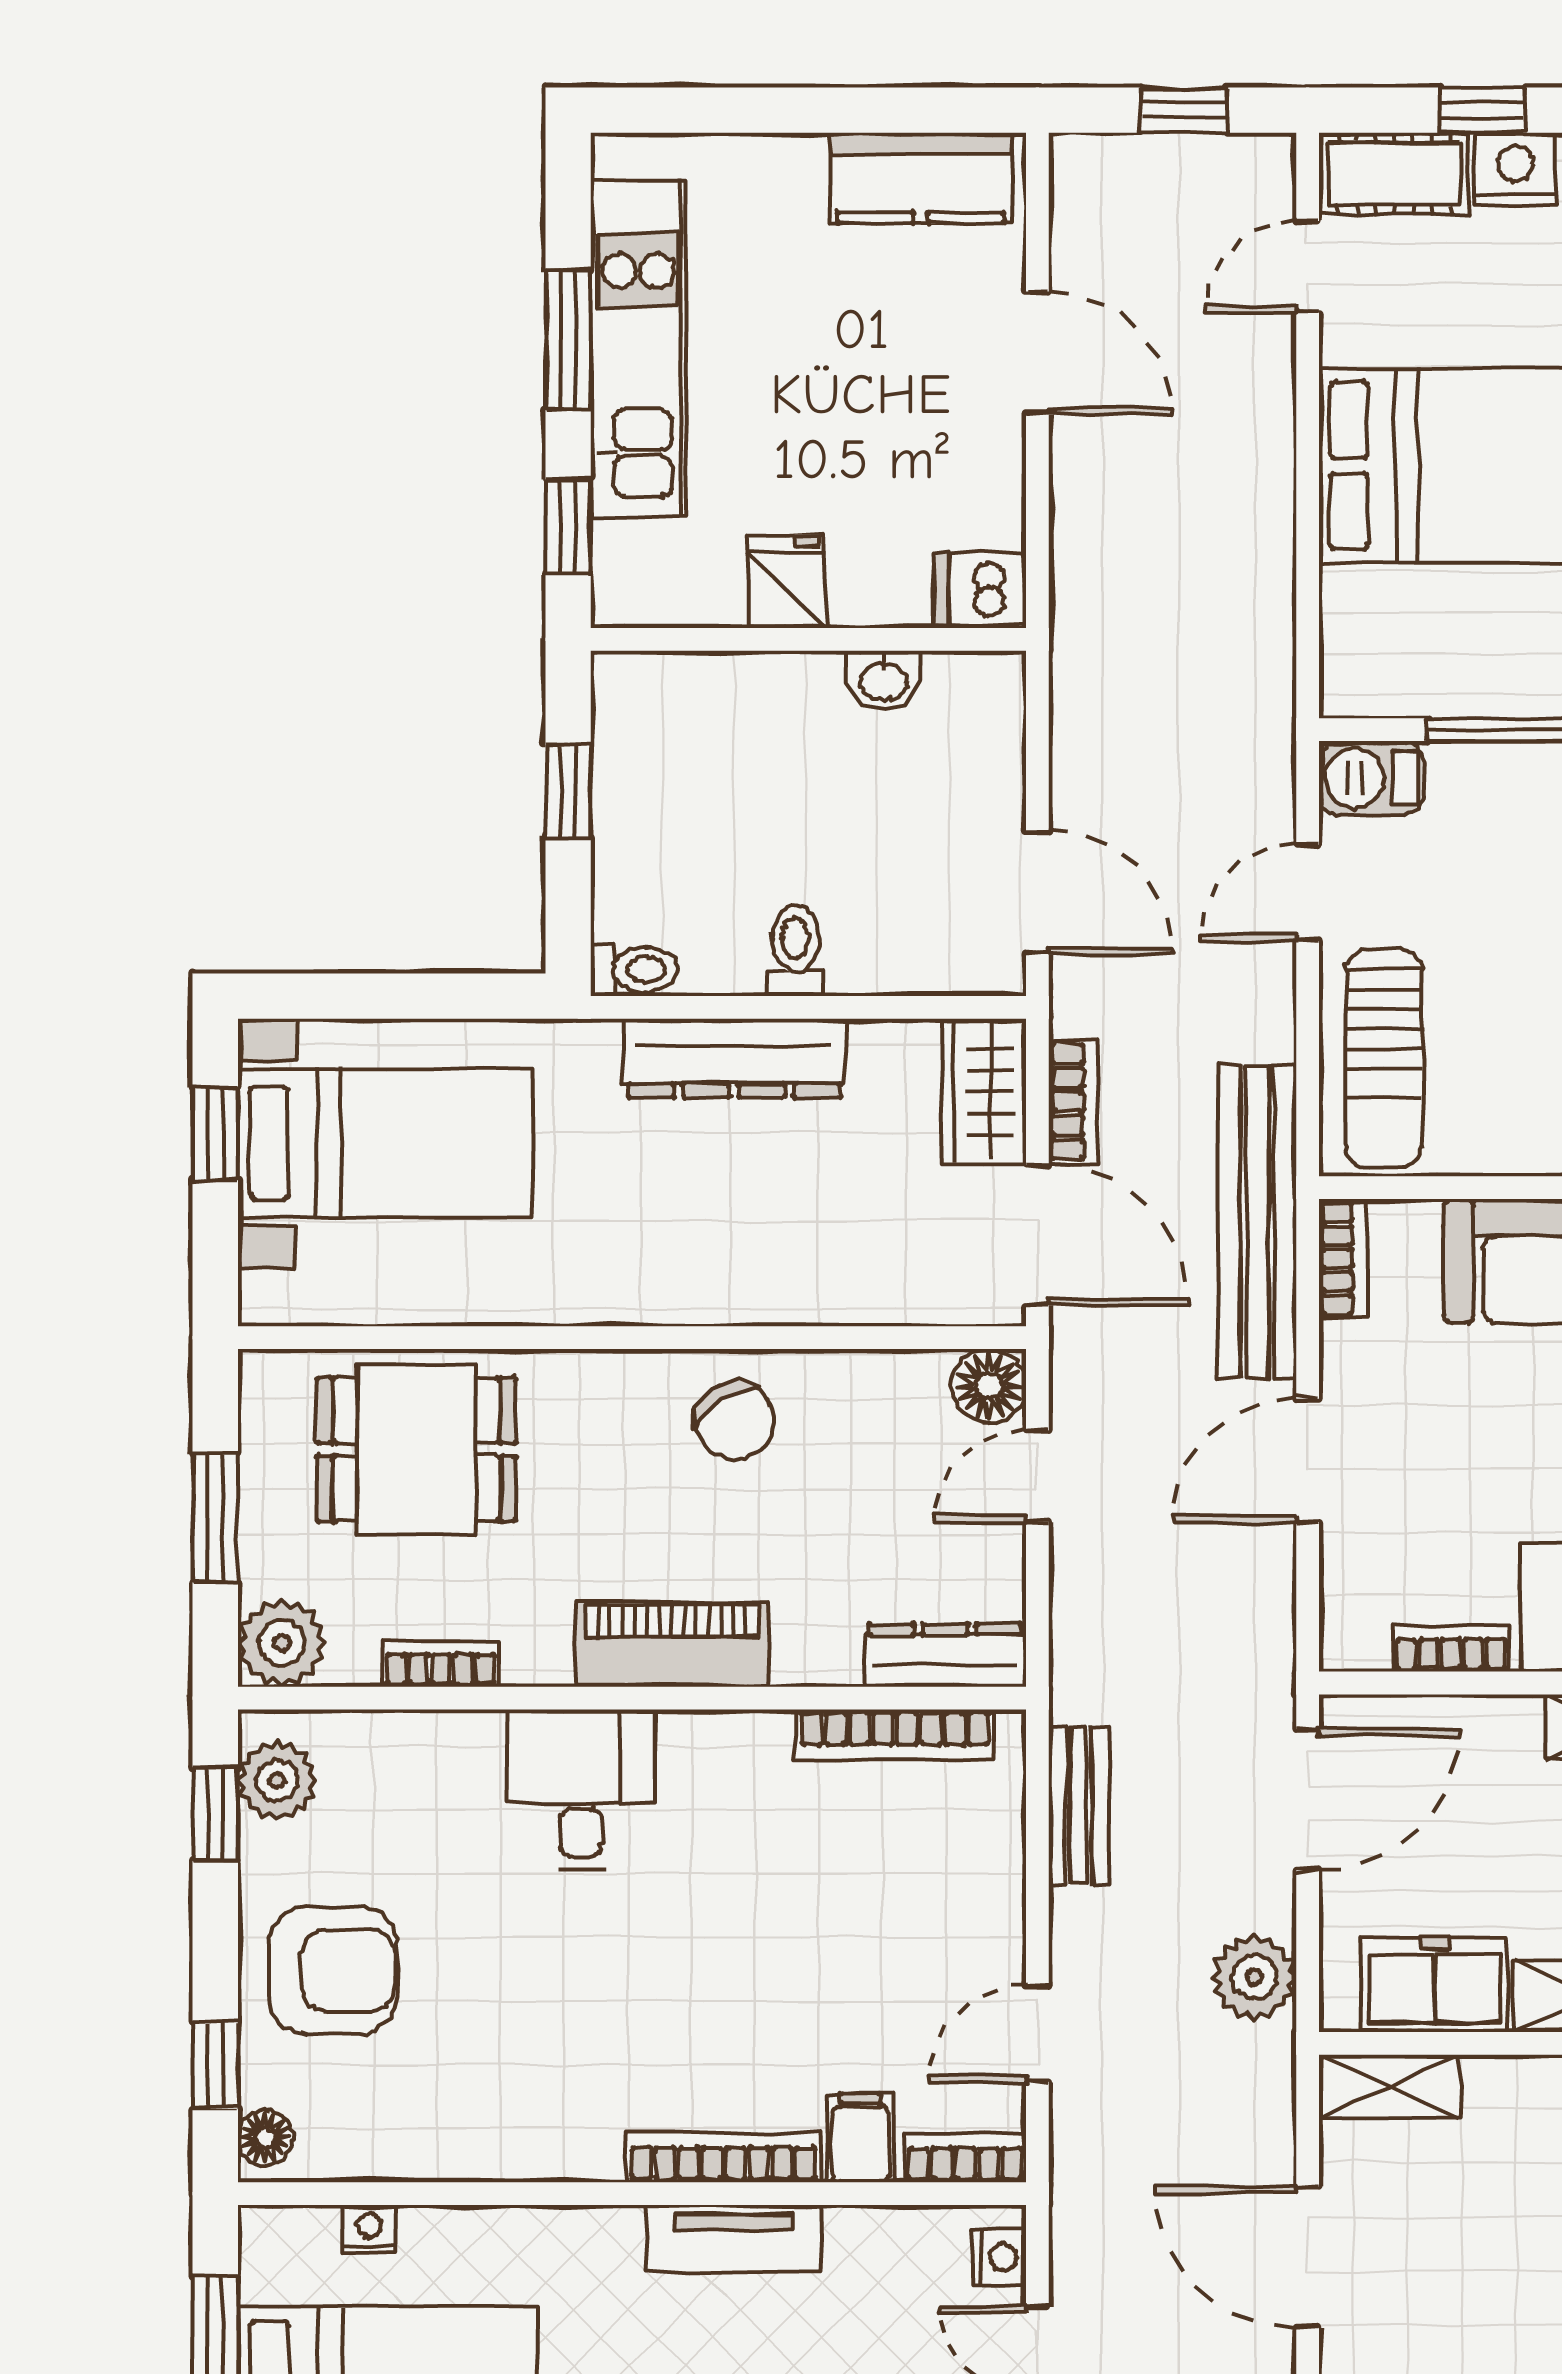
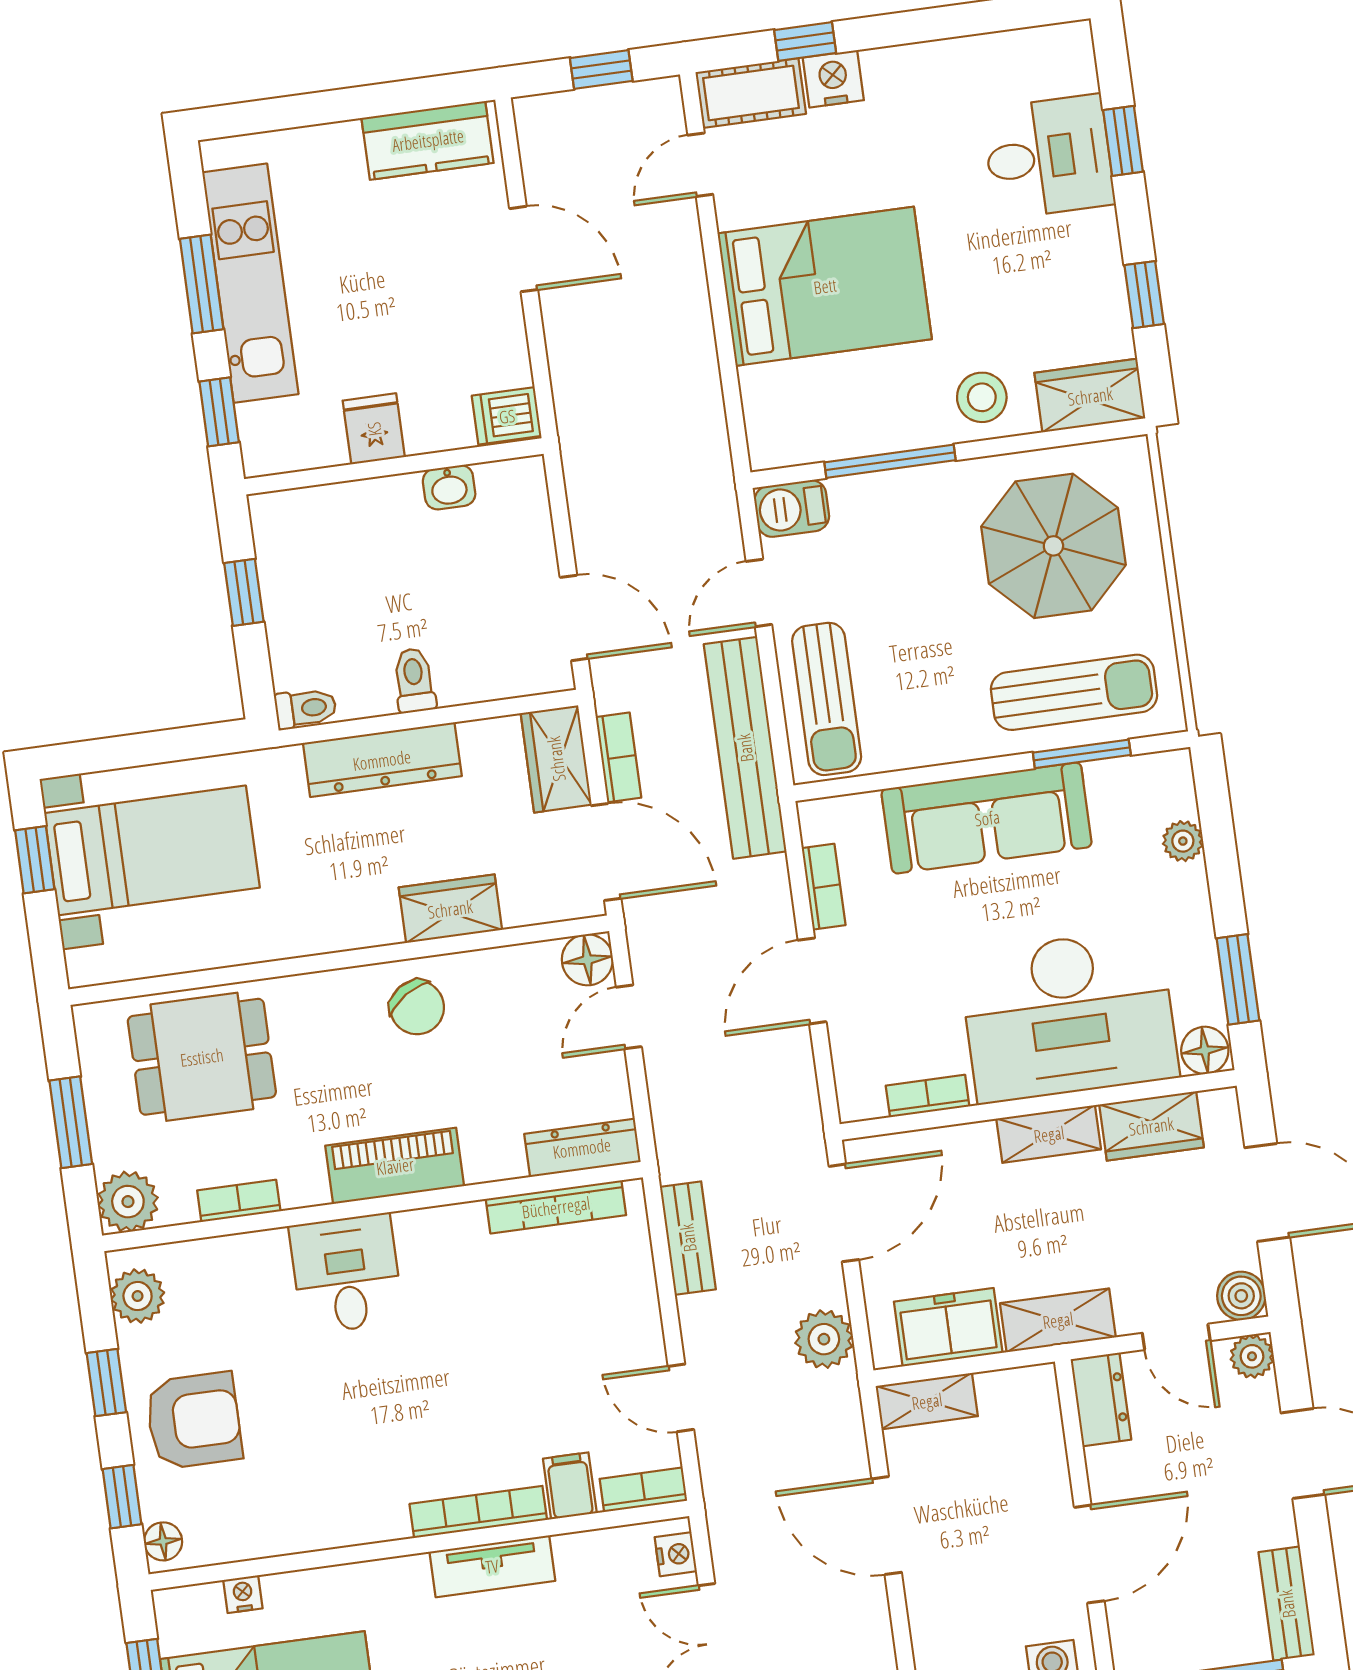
bench: (1257, 1222) -> (745, 748), moved
bookcase: (1343, 1258) -> (824, 887), moved
wardrobe: (802, 1286) -> (450, 909), added
window: (215, 1814) -> (106, 1383), moved
door: (1037, 2033) -> (681, 1398), hinge flipped

